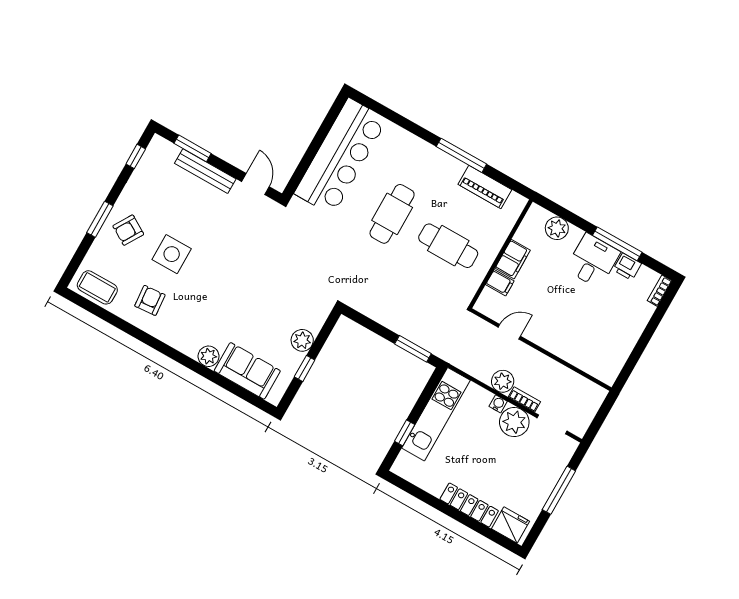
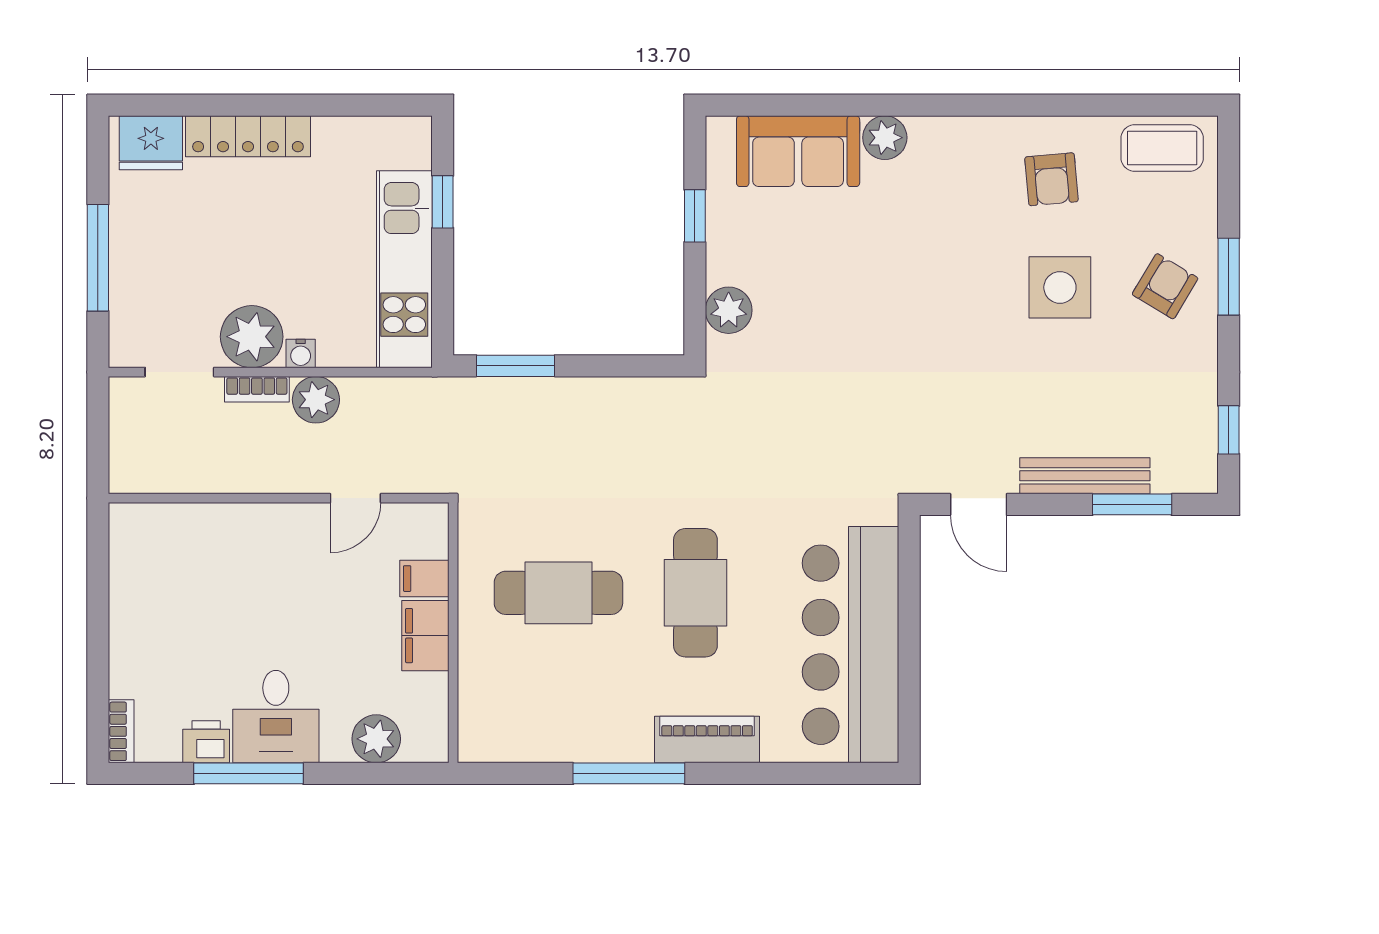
piano: (485, 187) -> (707, 740), moved
plant: (302, 340) -> (729, 310), moved

